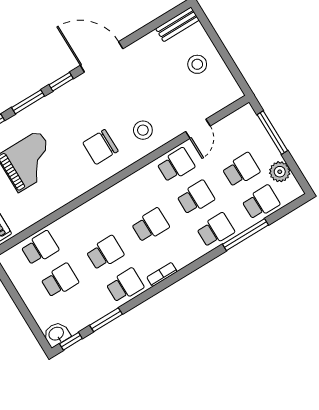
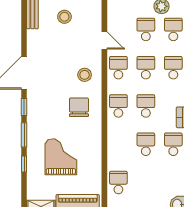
chair: (100, 147) -> (79, 107), turned 180
school desk: (60, 281) -> (118, 106), moved

